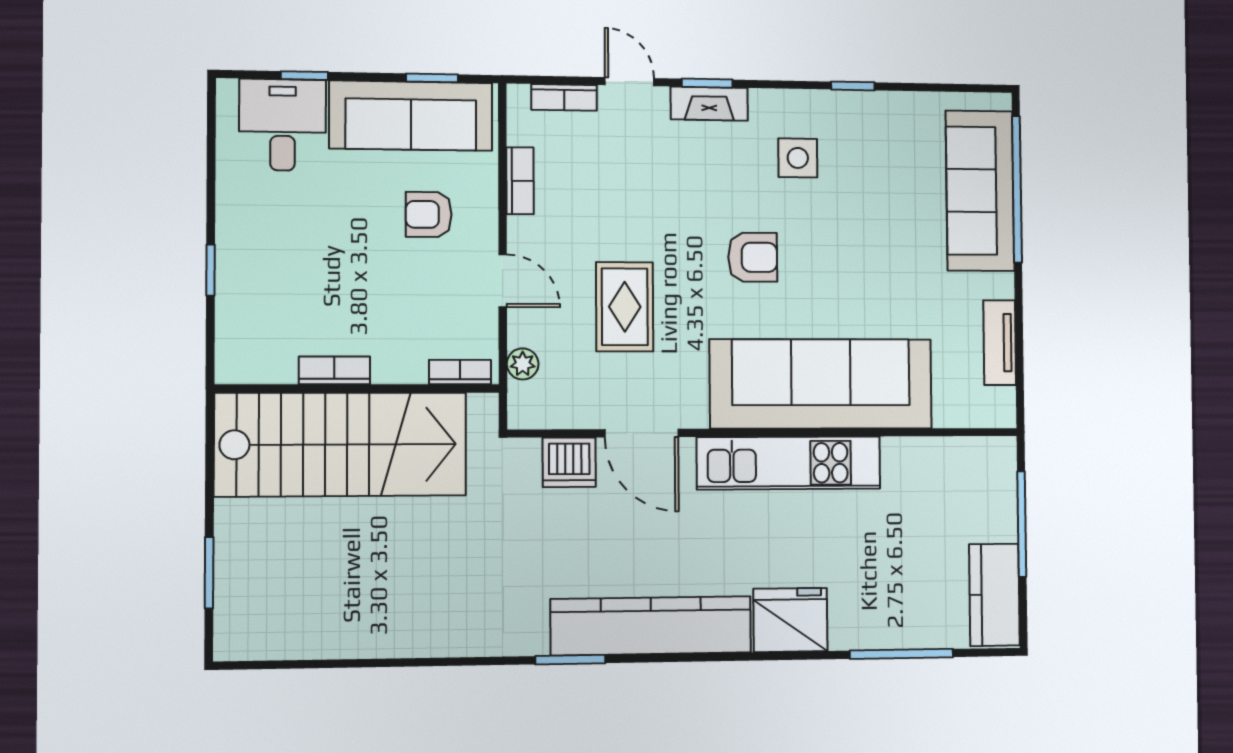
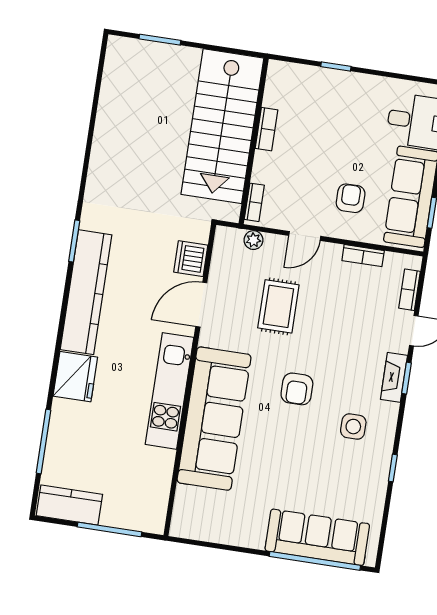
rug: (625, 307) -> (278, 306), turned 90
tv unit: (1000, 343) -> (222, 534), removed

